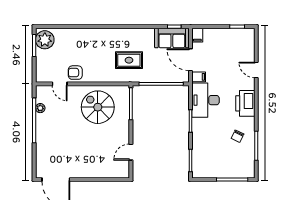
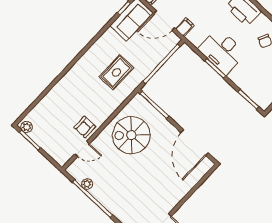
plant: (45, 40) -> (27, 127), width x0.53, depth x0.53
desk: (206, 100) -> (222, 51), moved
door: (131, 152) -> (195, 143), width x1.87

